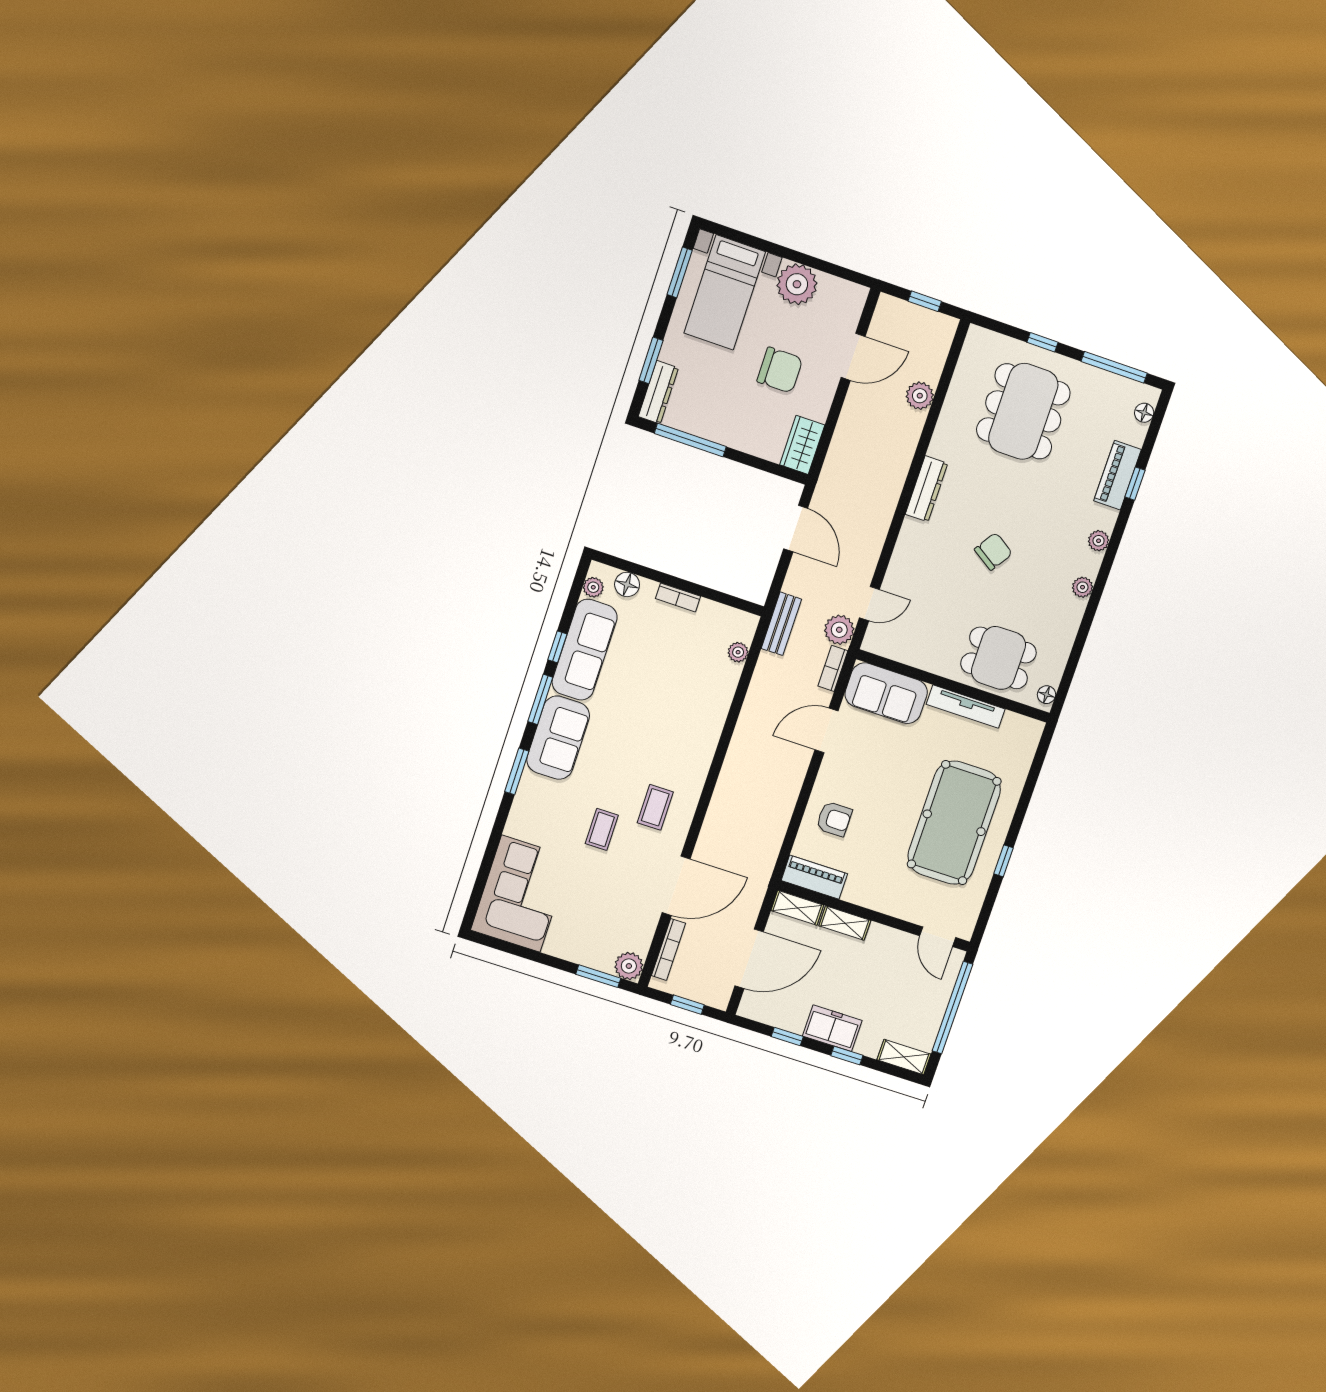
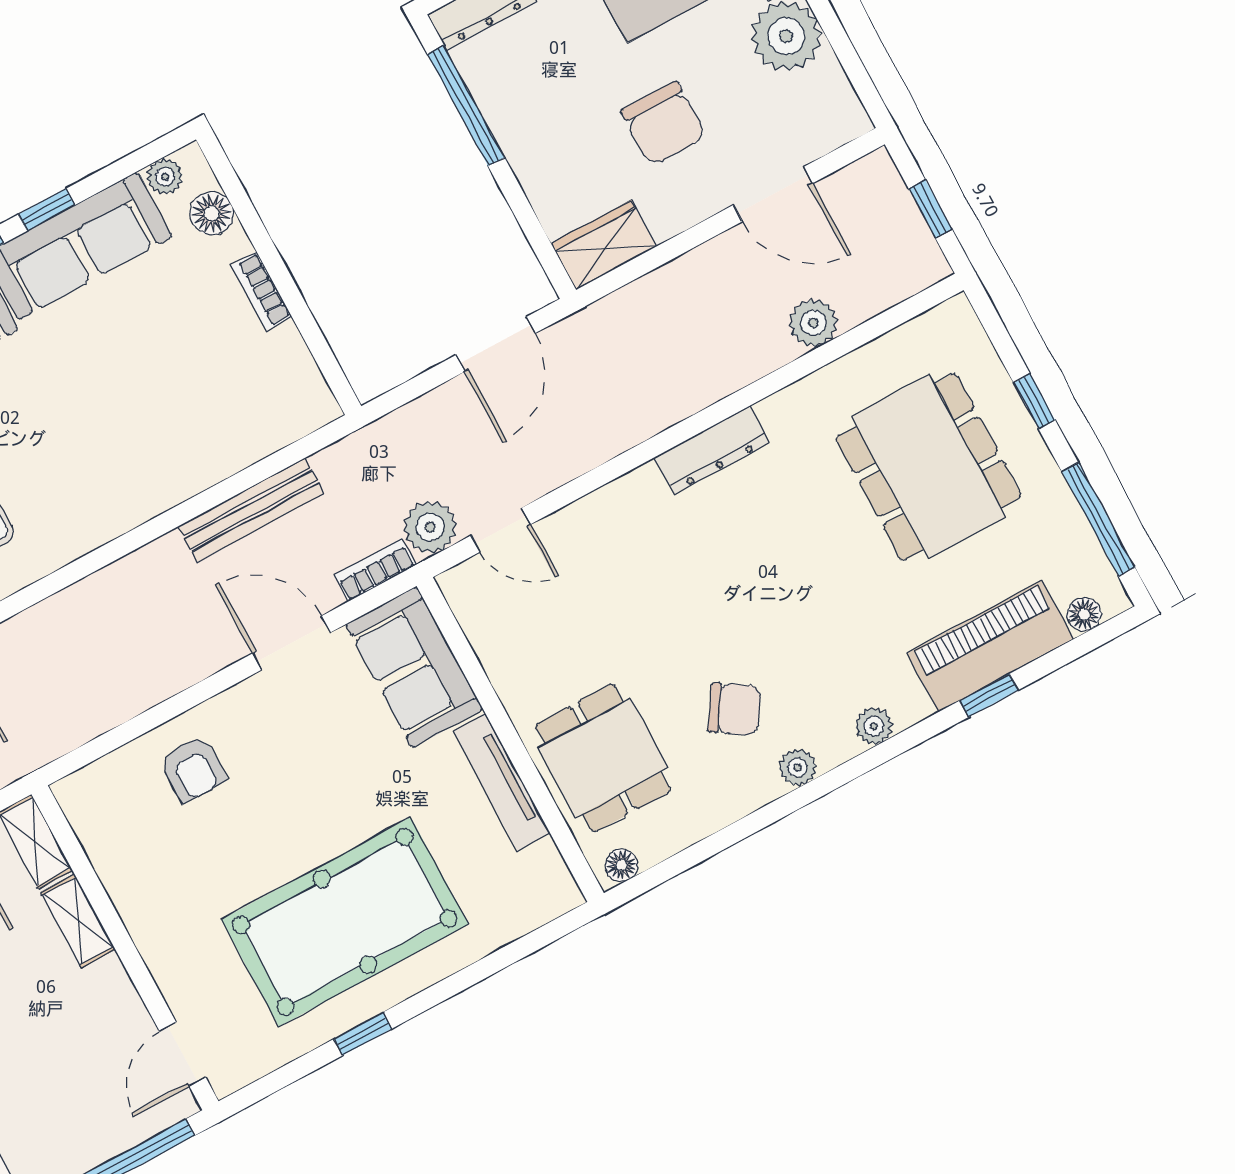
dining table: (1023, 411) -> (929, 467), turned 90
piano: (1117, 475) -> (990, 646), width x1.37, depth x1.33
chair: (993, 551) -> (734, 709), moved
bench: (781, 624) -> (251, 510), moved, width x1.36
plant: (738, 652) -> (272, 434), removed
piano: (814, 877) -> (95, 822), removed

